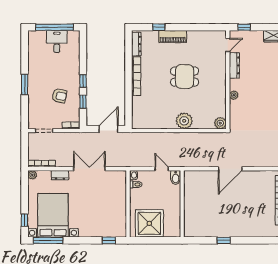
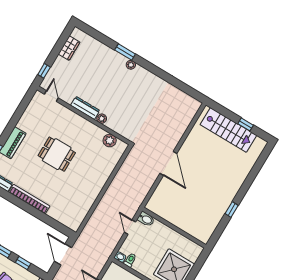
dresser: (234, 65) -> (85, 108), moved
dining table: (185, 77) -> (57, 154), turned 90
plant: (184, 121) -> (98, 179), removed
plant: (220, 123) -> (110, 141), moved
door: (162, 169) -> (130, 227), hinge flipped

